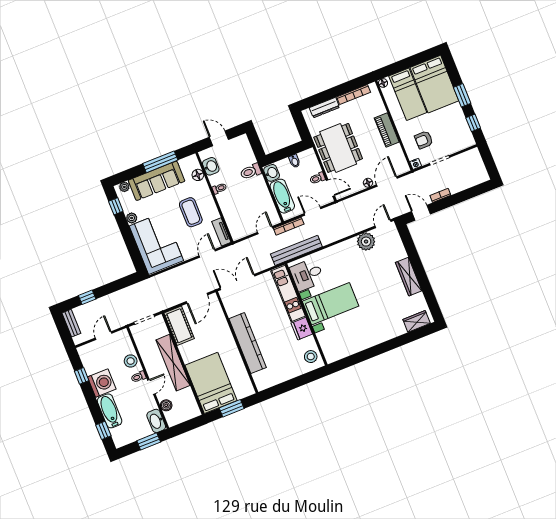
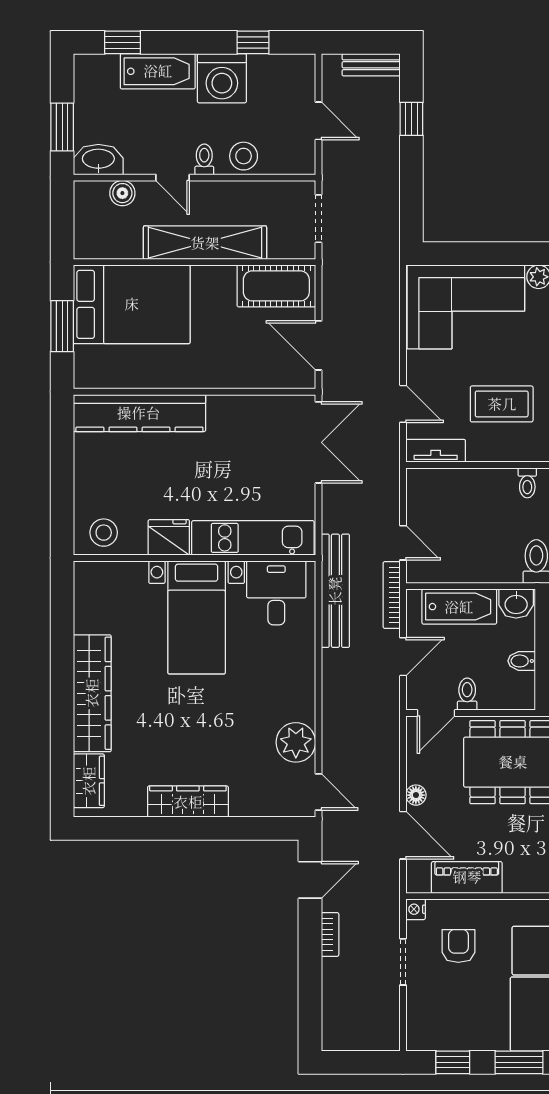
piano: (387, 130) -> (467, 877), moved
wardrobe: (380, 335) -> (92, 693), added
kitchen counter: (248, 343) -> (139, 413), moved

